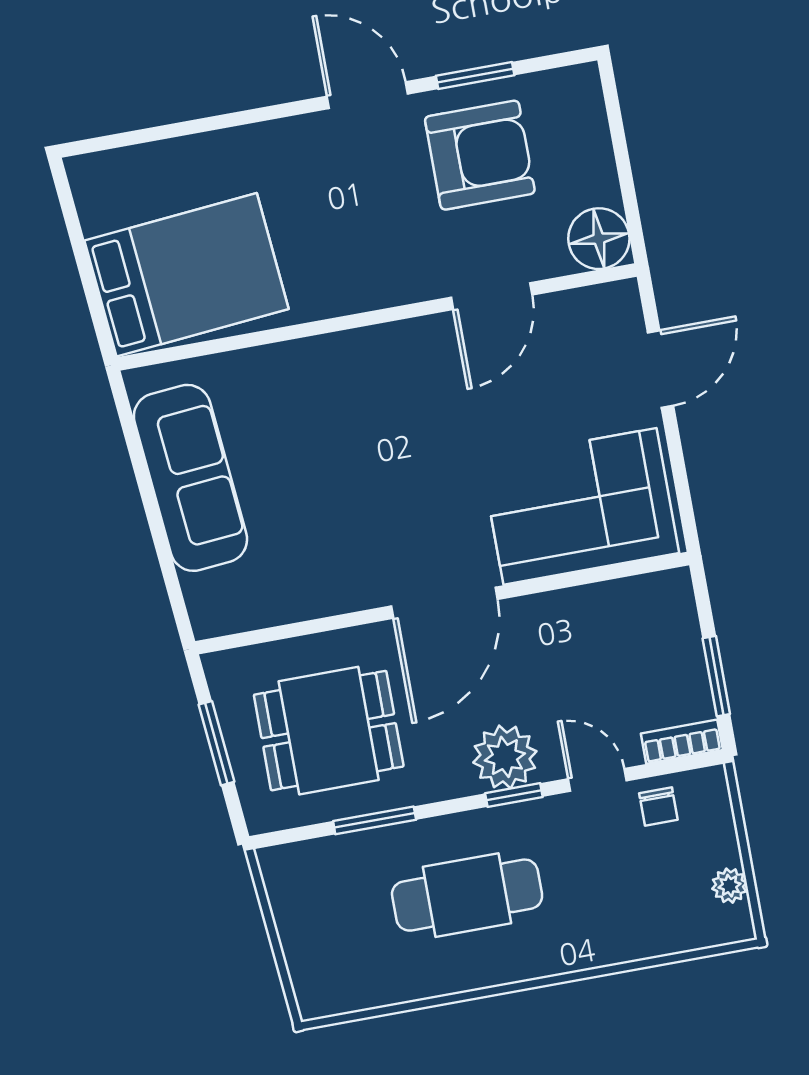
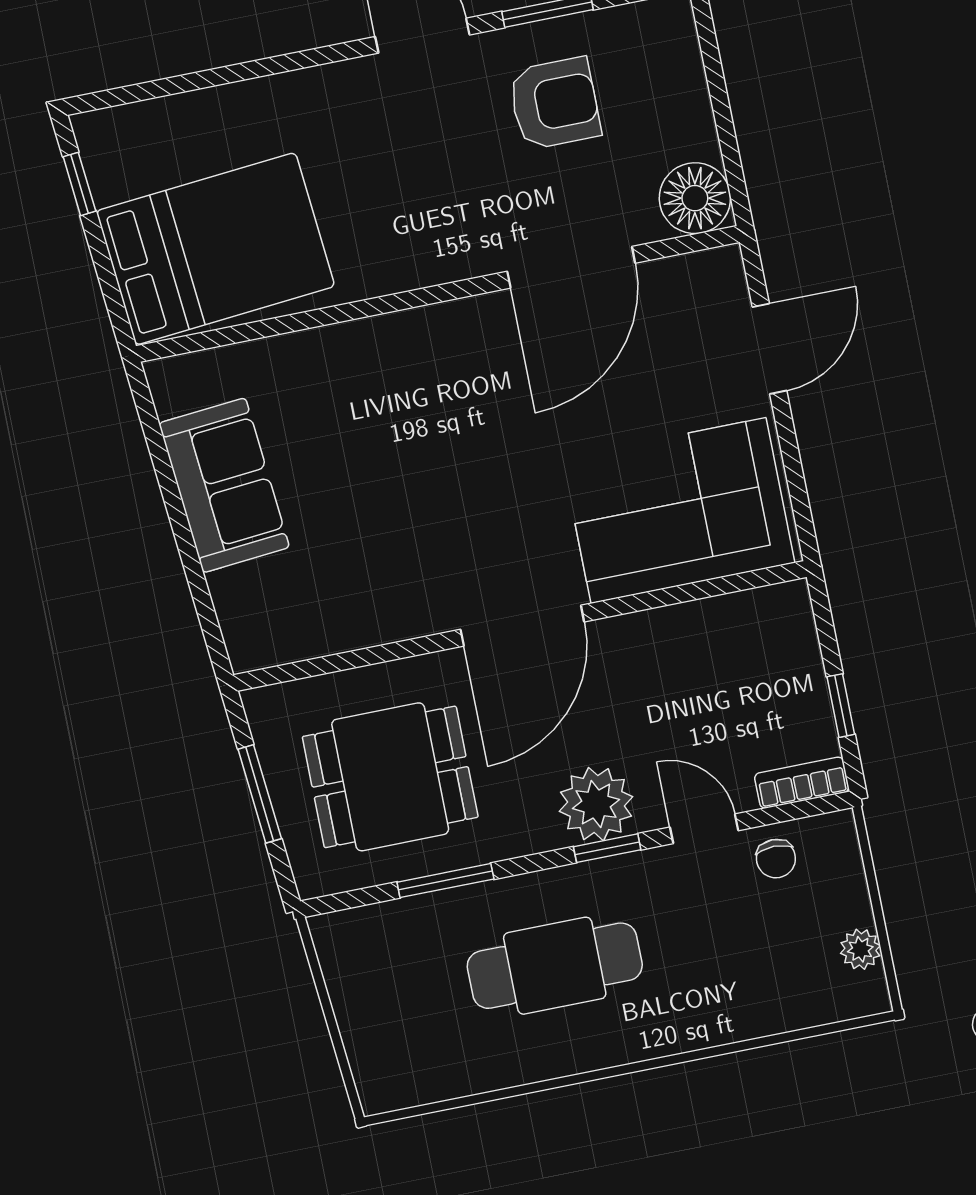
armchair: (480, 155) -> (555, 103), width x0.73, depth x0.73
window: (71, 217) -> (79, 184), added
door: (492, 296) -> (571, 267), width x1.36
sofa: (190, 478) -> (224, 485), width x0.73
window: (716, 676) -> (841, 706), width x0.67

